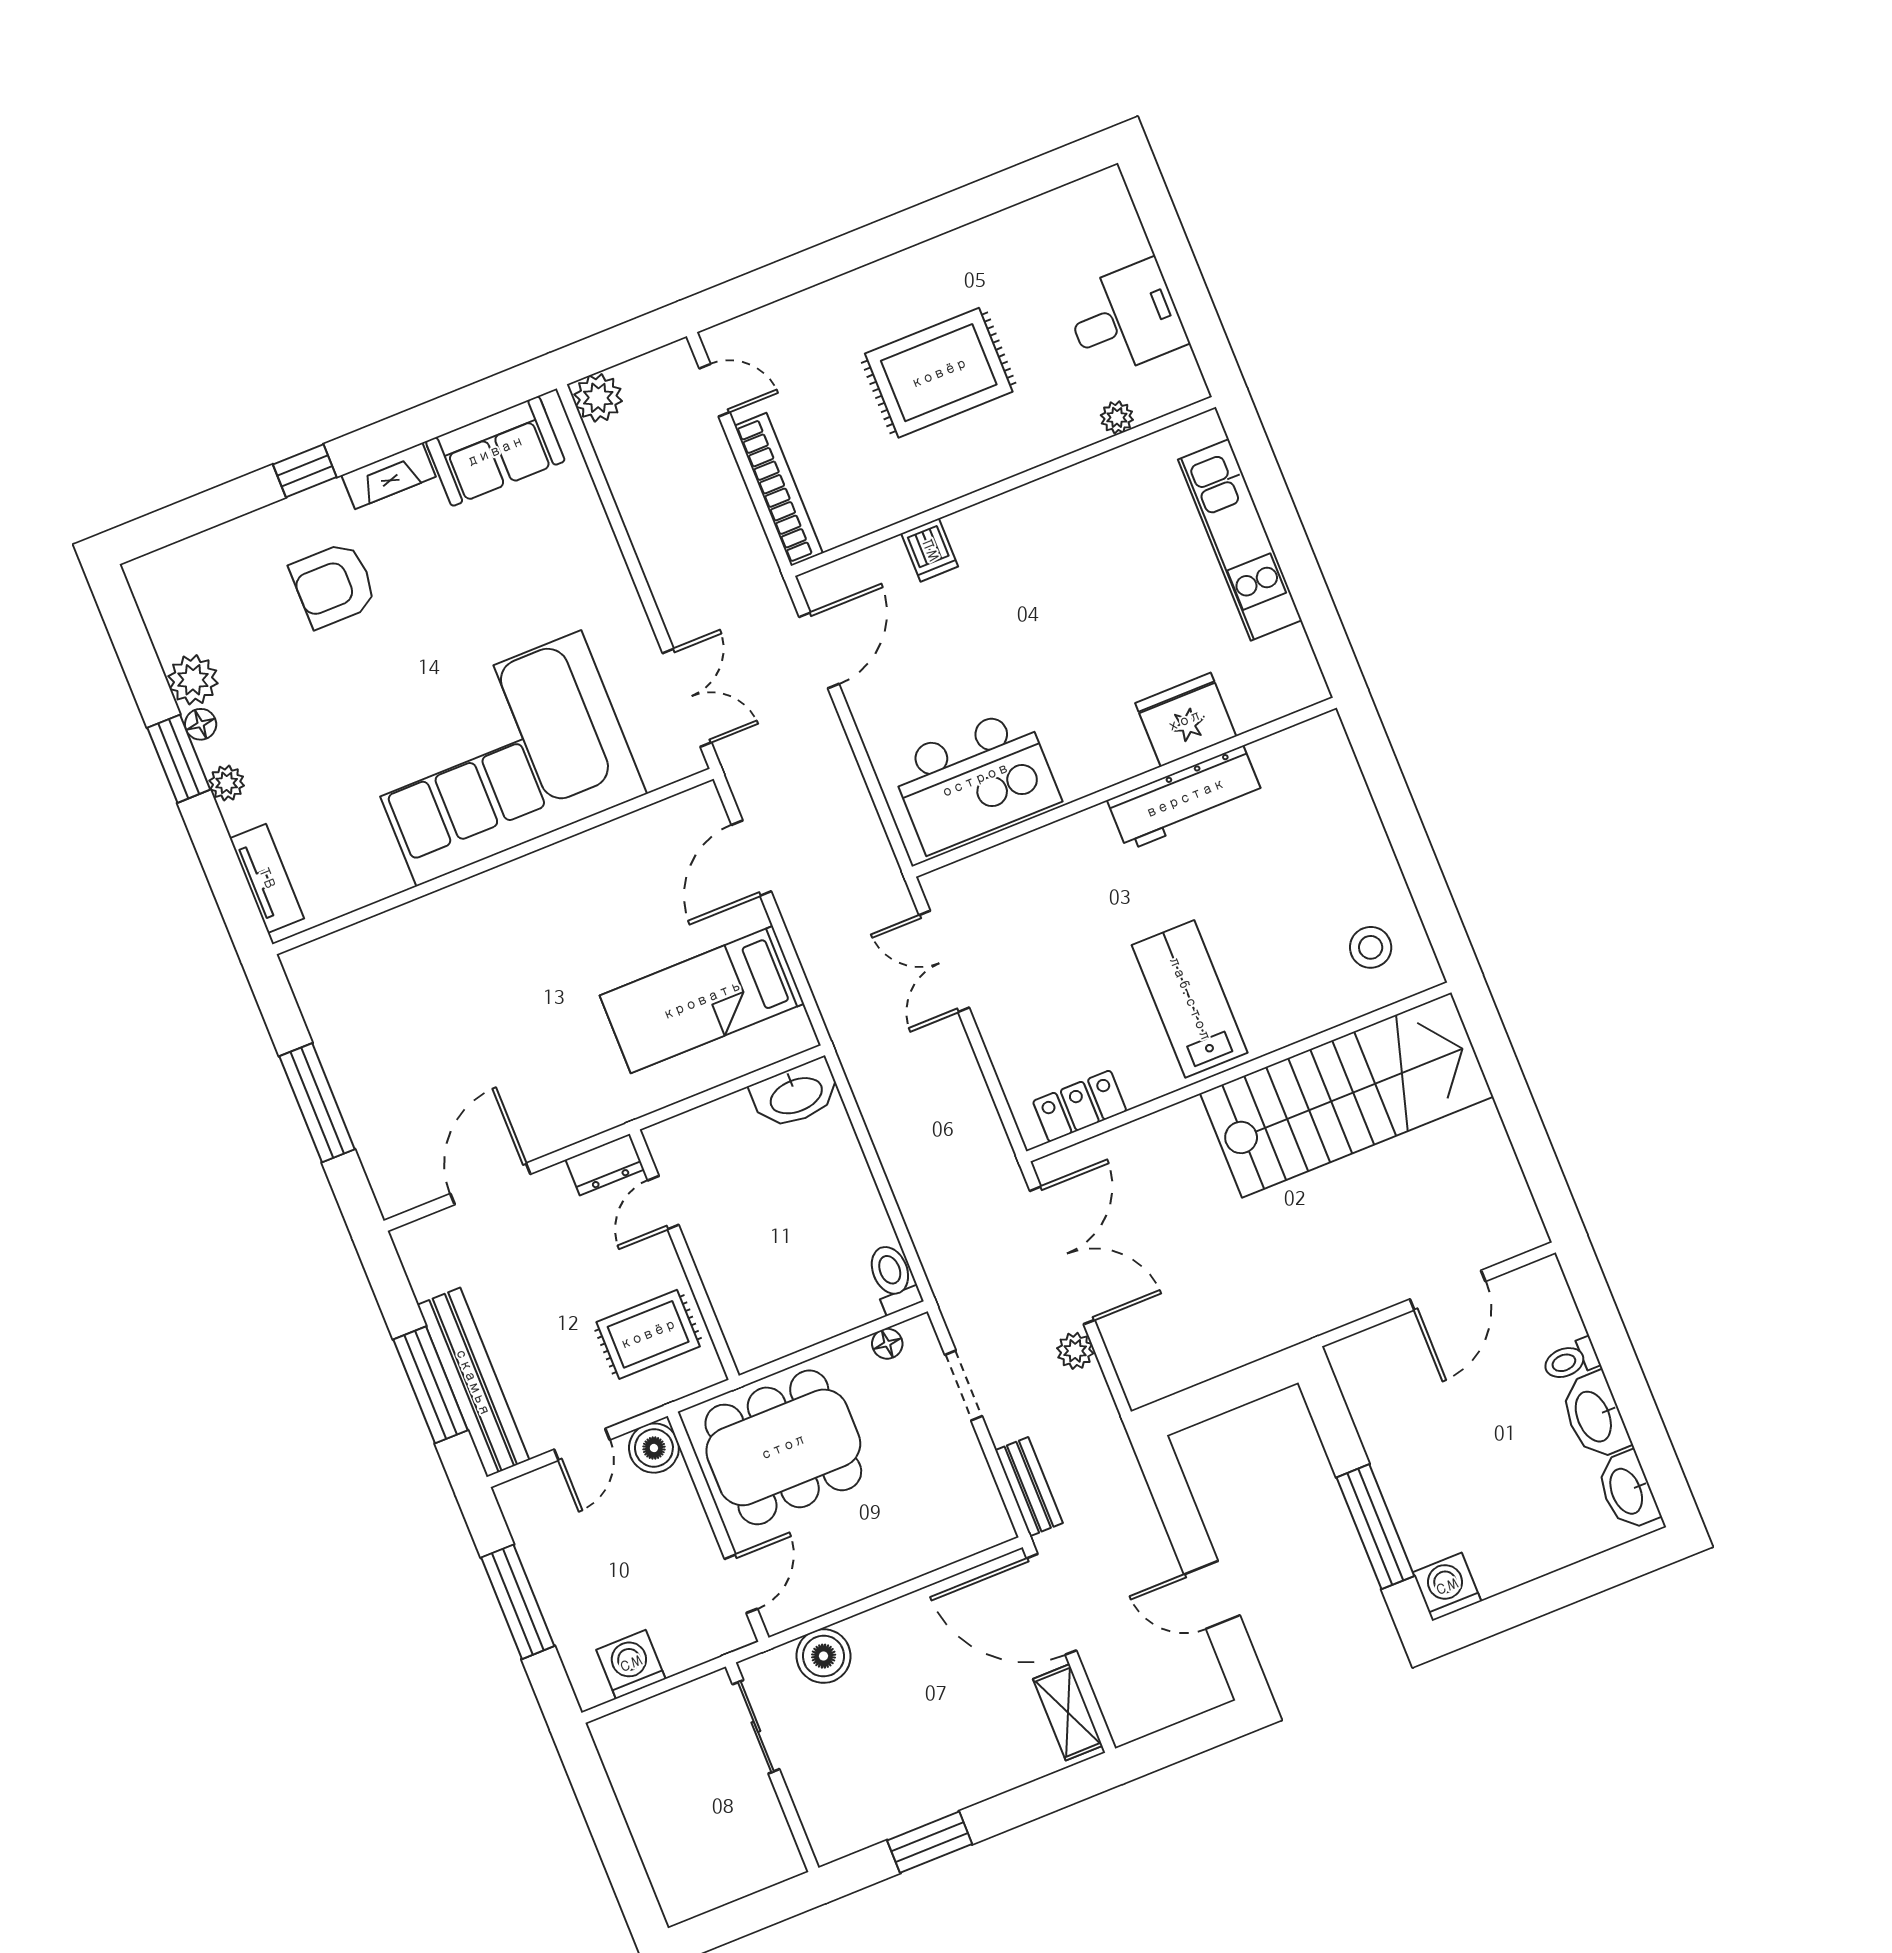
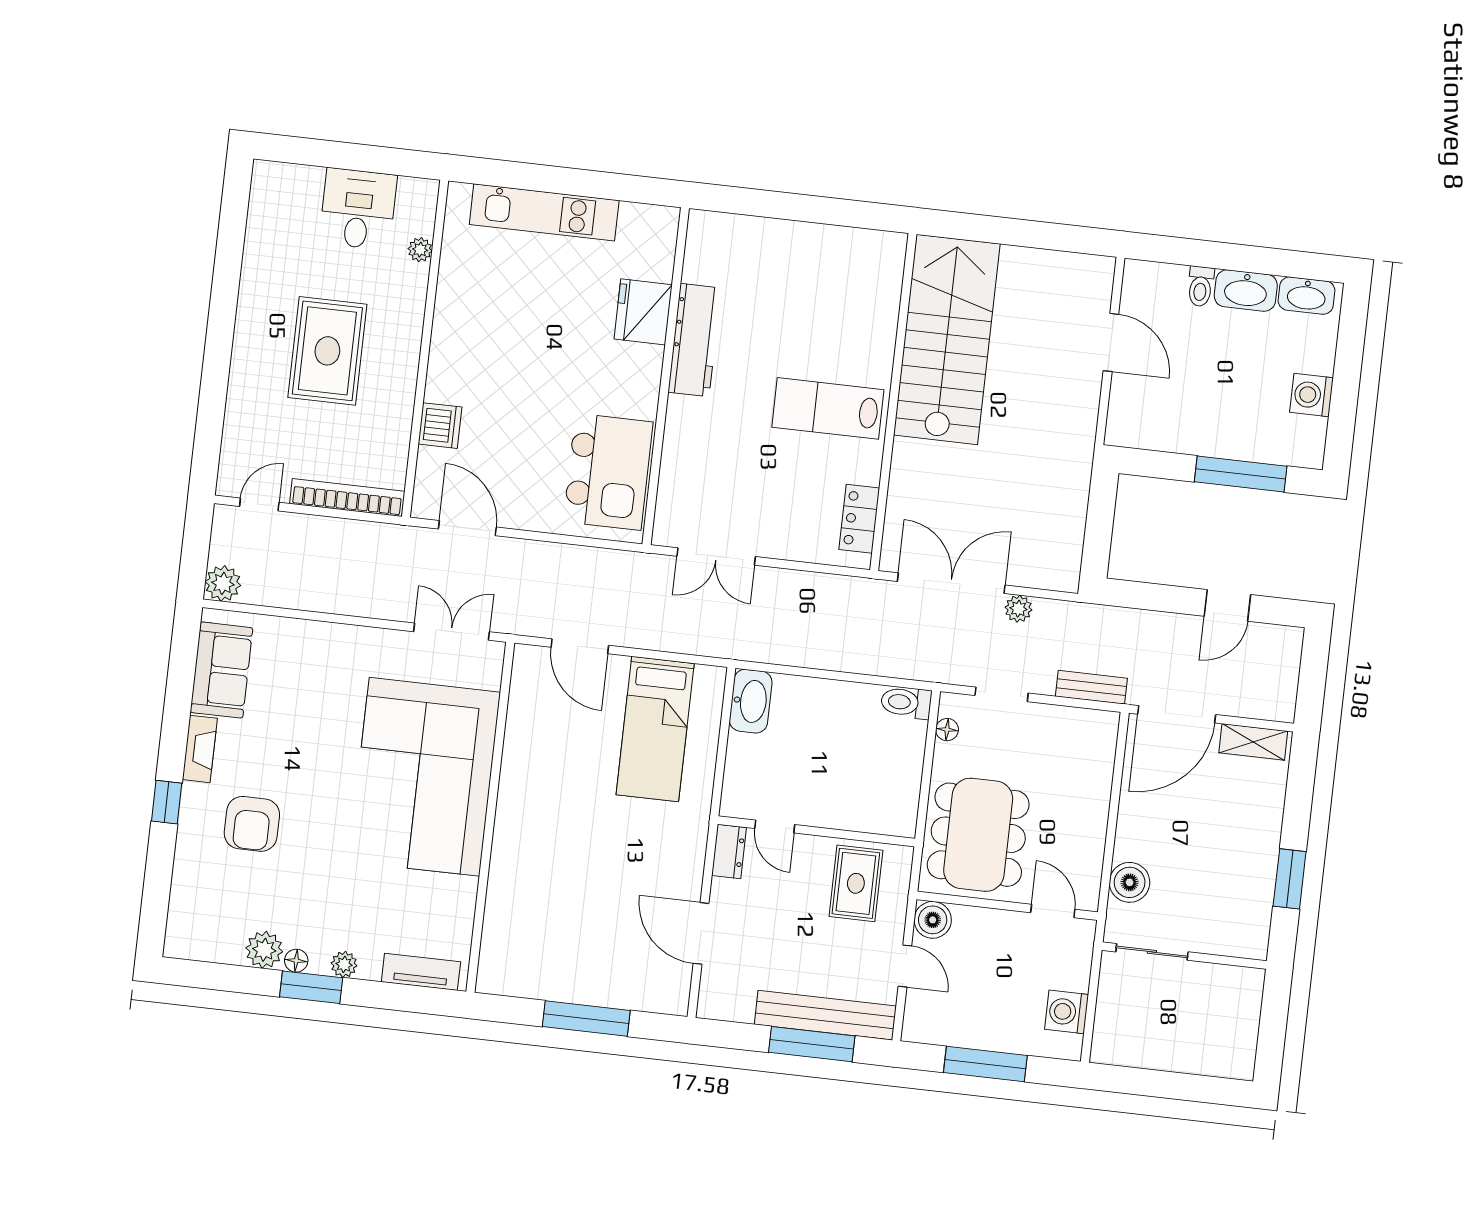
dishwasher: (930, 550) -> (440, 426), width x1.38
stool: (1371, 947) -> (858, 271), removed
washing machine: (1447, 1587) -> (1312, 395), moved

